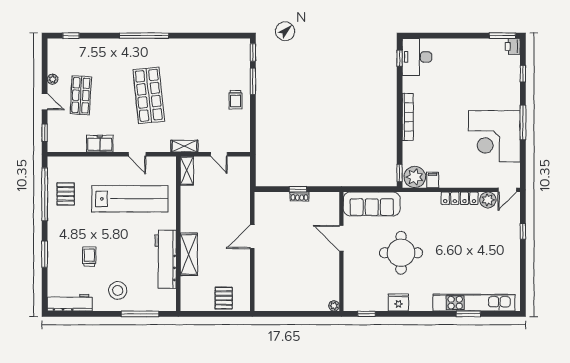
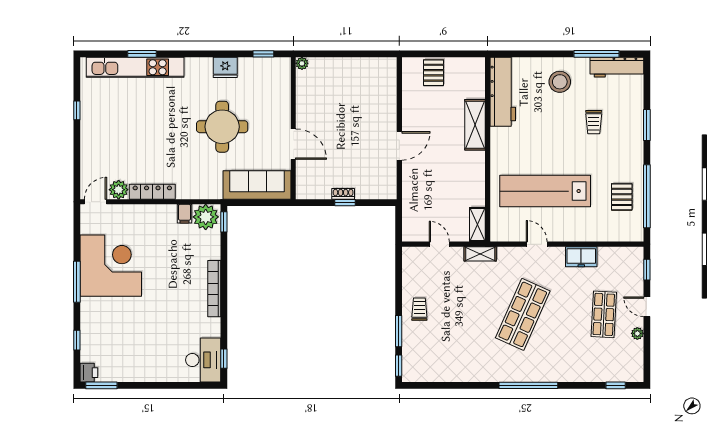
shop shelf: (149, 95) -> (523, 314), turned 30
window: (523, 231) -> (77, 110), moved
workbench: (166, 259) -> (503, 92), moved
window: (140, 314) -> (597, 54), moved

